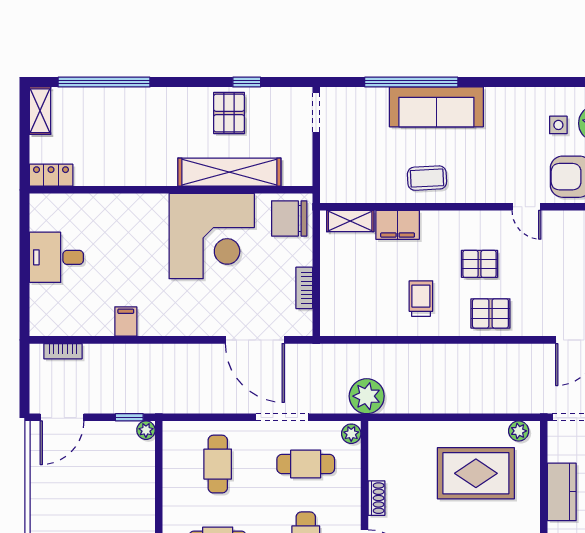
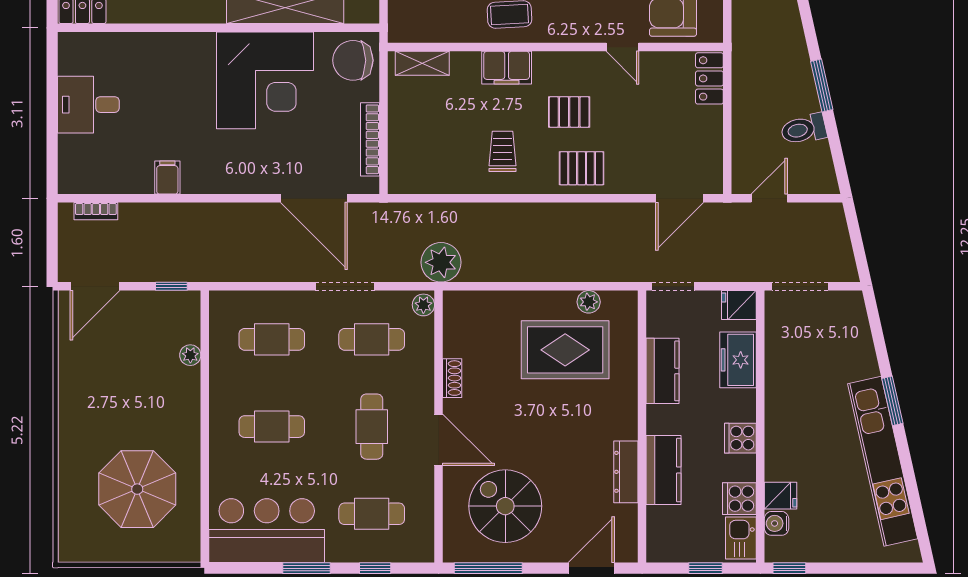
filing cabinet: (398, 225) -> (507, 68), moved
bookcase: (304, 288) -> (370, 139), width x1.56
plant: (146, 430) -> (190, 355), moved
plant: (519, 431) -> (589, 302), moved
cafe table: (218, 464) -> (272, 339), turned 90

